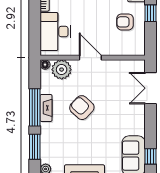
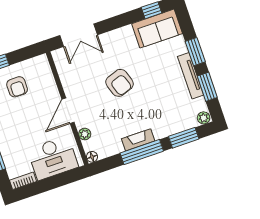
plant: (62, 70) -> (85, 134), width x0.53, depth x0.53
armchair: (82, 108) -> (120, 83), moved, turned -62

